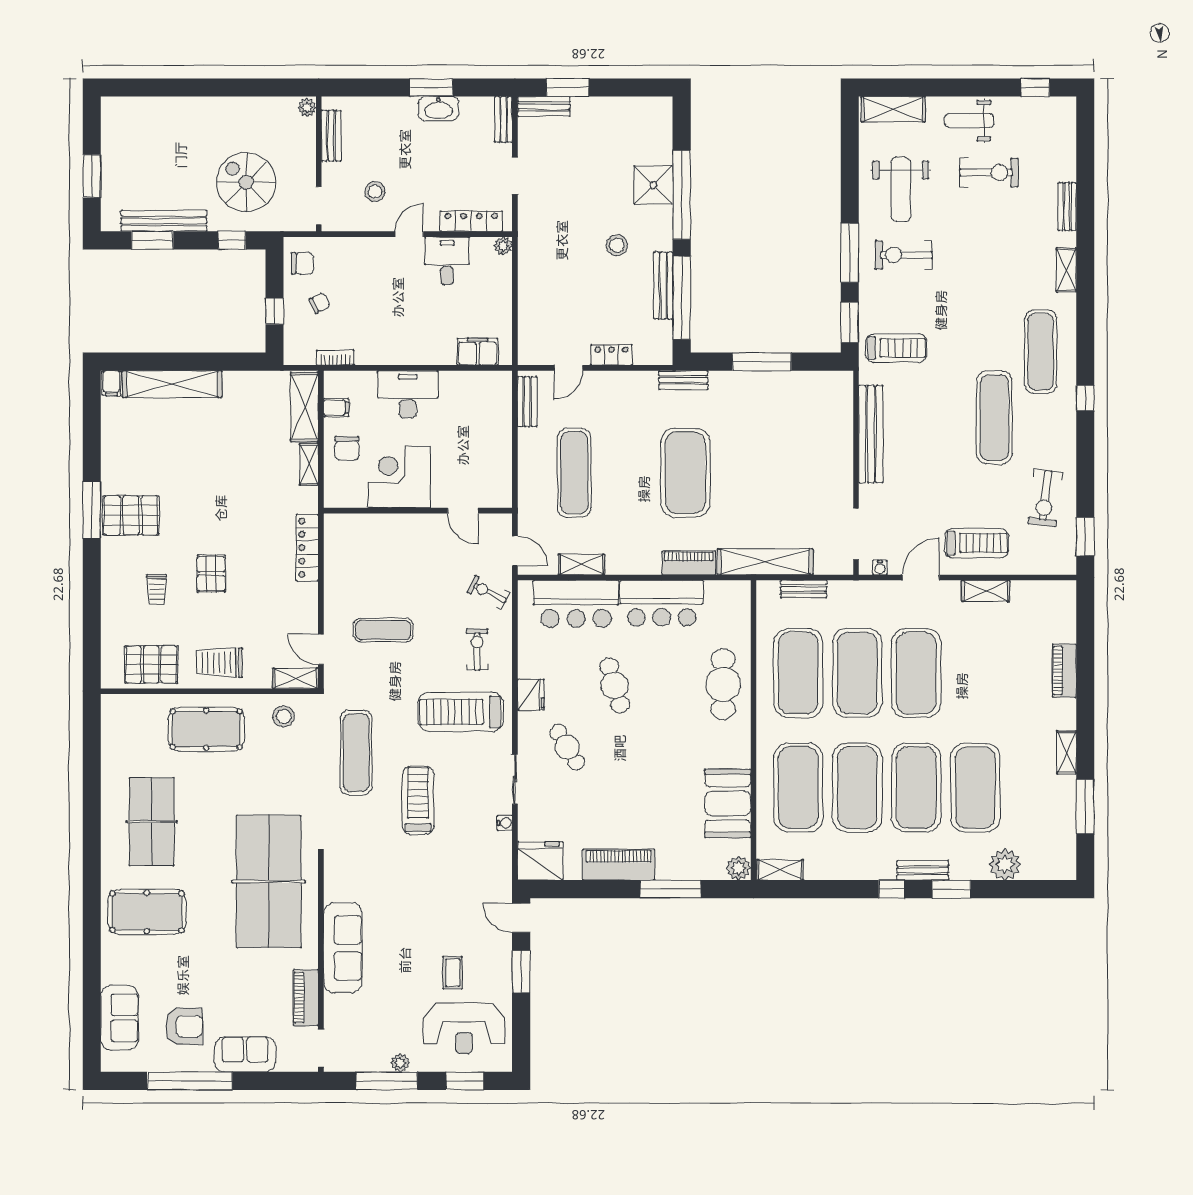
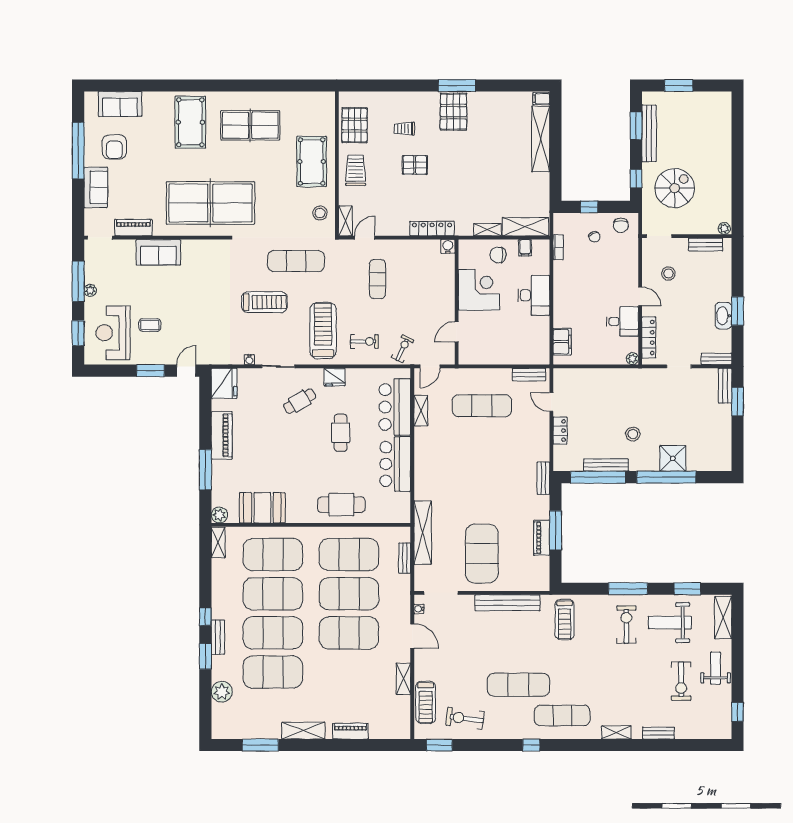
window: (850, 322) -> (687, 589), moved
exercise mat: (685, 473) -> (482, 554), moved, turned 90
water cooler: (334, 524) -> (448, 246), added
treadmill: (976, 543) -> (426, 702), moved
piano: (689, 563) -> (542, 538), moved, turned 180
cafe table: (615, 685) -> (341, 433), turned -74
shelving: (1067, 752) -> (303, 731), width x1.50, depth x1.33
sofa: (343, 948) -> (158, 252), width x0.73

